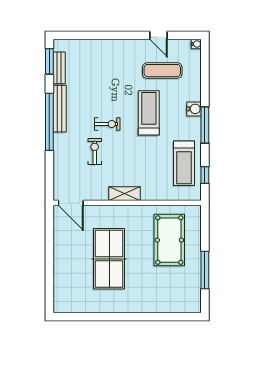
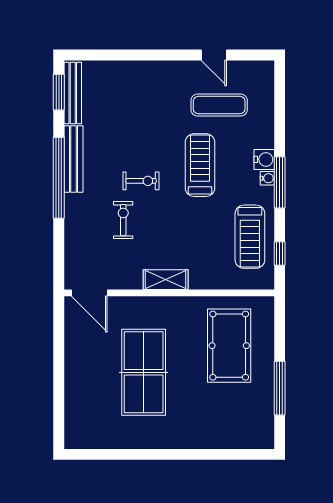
water cooler: (196, 44) -> (267, 178), moved
bench: (59, 68) -> (73, 93), width x1.36

